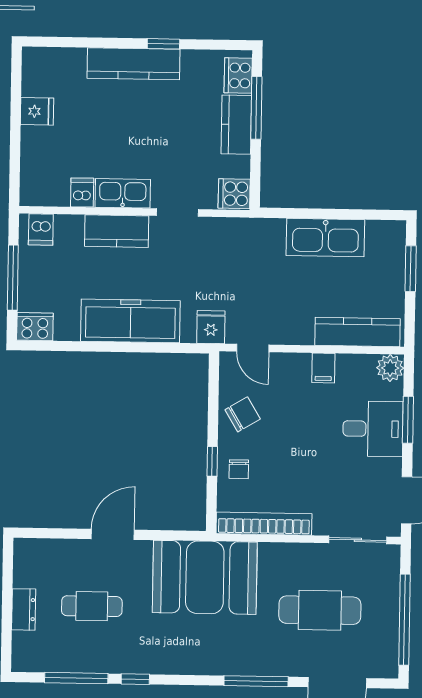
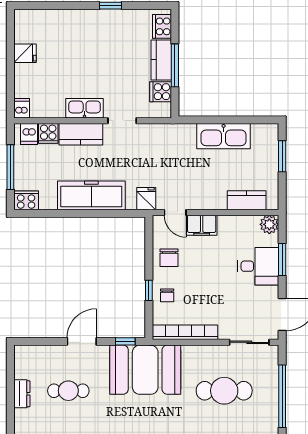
kitchen counter: (134, 64) -> (90, 20), removed
window: (256, 108) -> (175, 65), moved
dishwasher: (82, 193) -> (22, 108), moved
cooker: (234, 194) -> (161, 92), moved
cooker: (69, 229) -> (48, 133), added
kitchen counter: (358, 332) -> (247, 200), width x0.67
filing cabinet: (323, 368) -> (202, 225), moved, width x2.00
chair: (243, 414) -> (169, 258), turned 121
window: (176, 535) -> (125, 341), added

